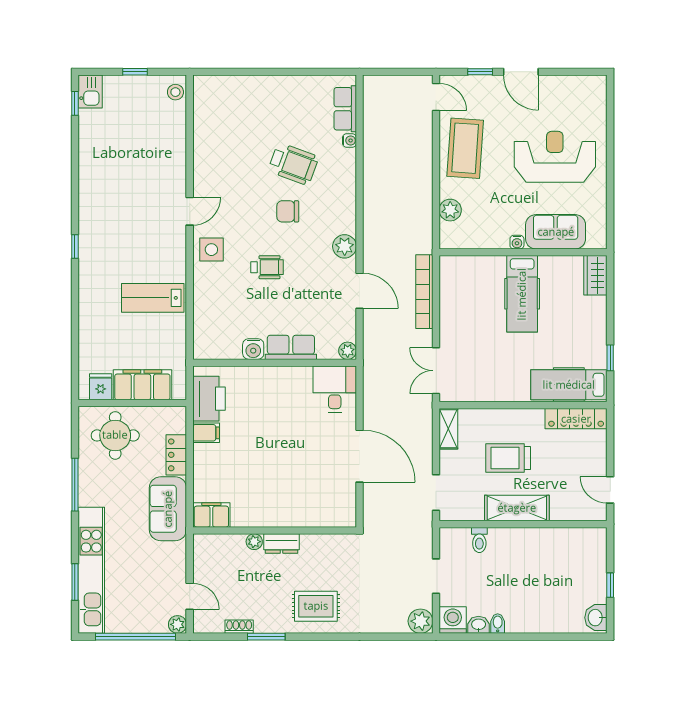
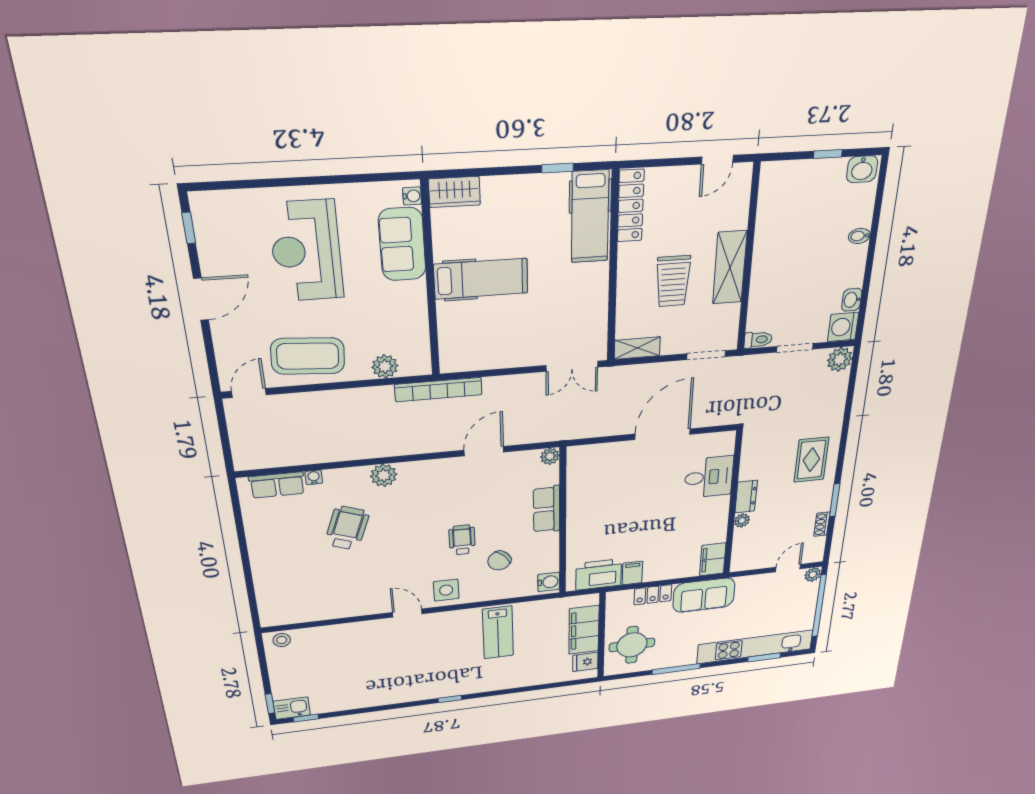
window: (135, 72) -> (270, 704), moved
window: (480, 72) -> (189, 228), moved
chair: (288, 211) -> (499, 561), moved, turned 47
water cooler: (517, 242) -> (412, 196), moved
plant: (345, 246) -> (384, 475), moved
bookcase: (424, 292) -> (438, 390), moved
water cooler: (253, 349) -> (549, 582), moved
desk: (335, 389) -> (709, 477), moved, turned 180
toilet: (479, 540) -> (758, 340), moved
bidet: (498, 623) -> (859, 236), moved

